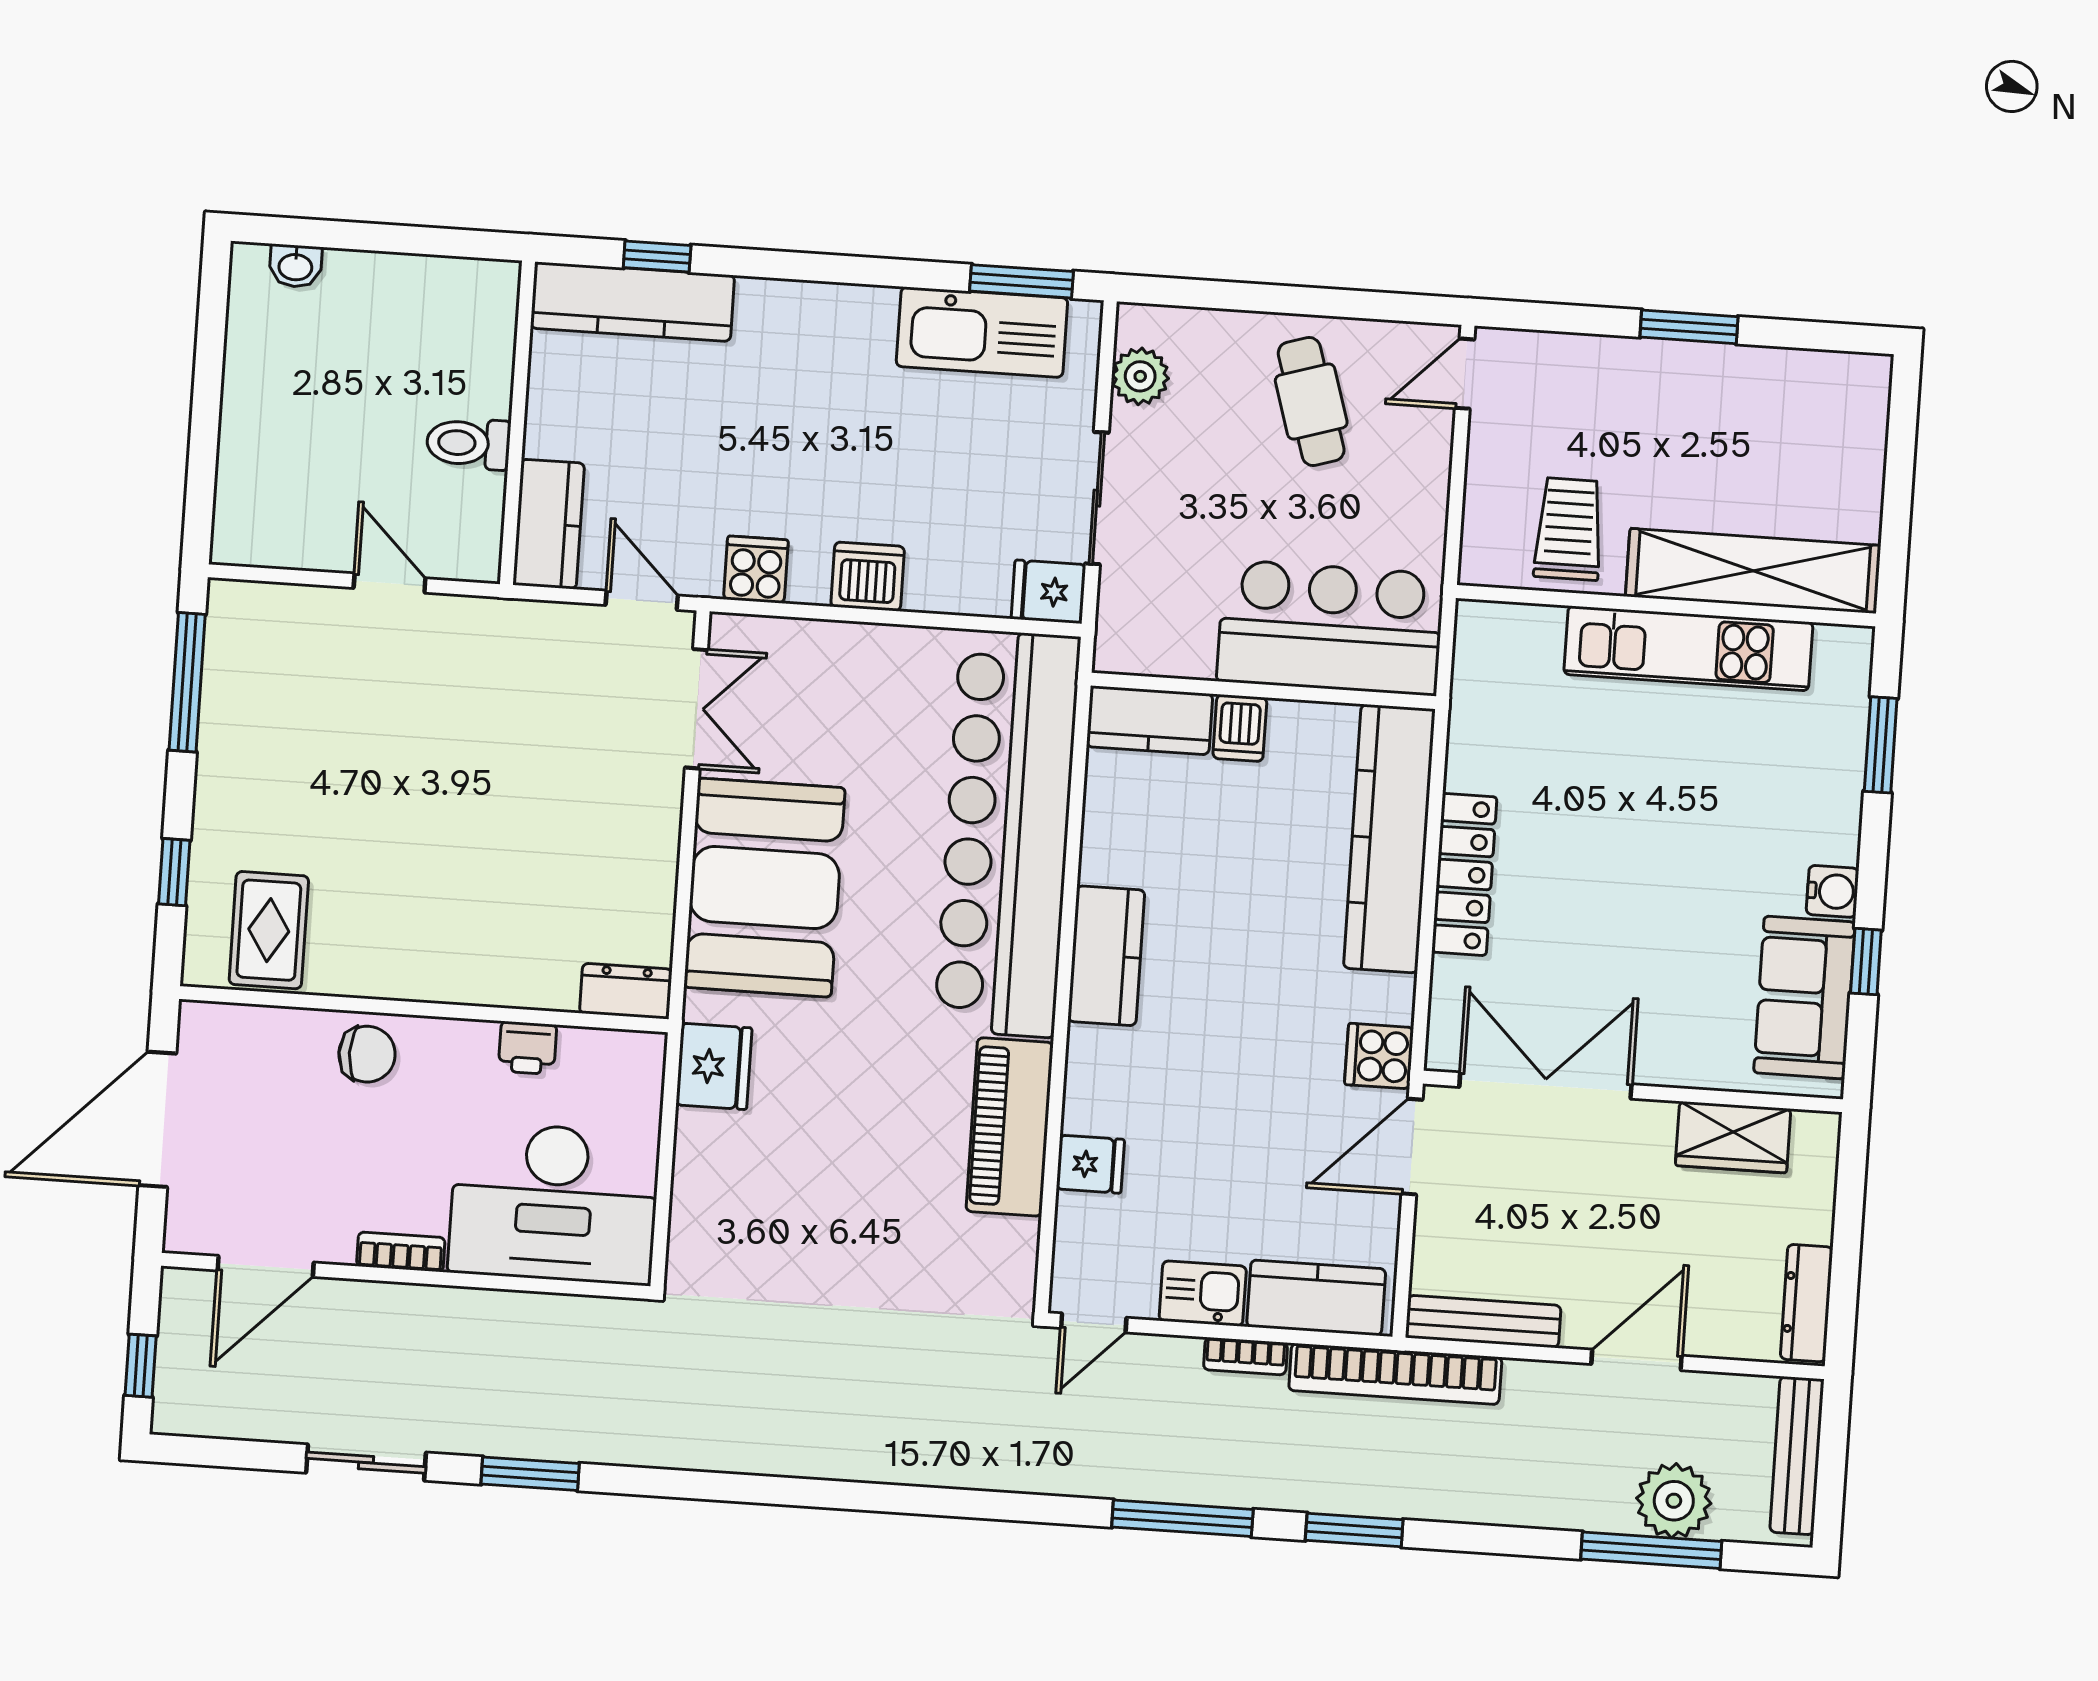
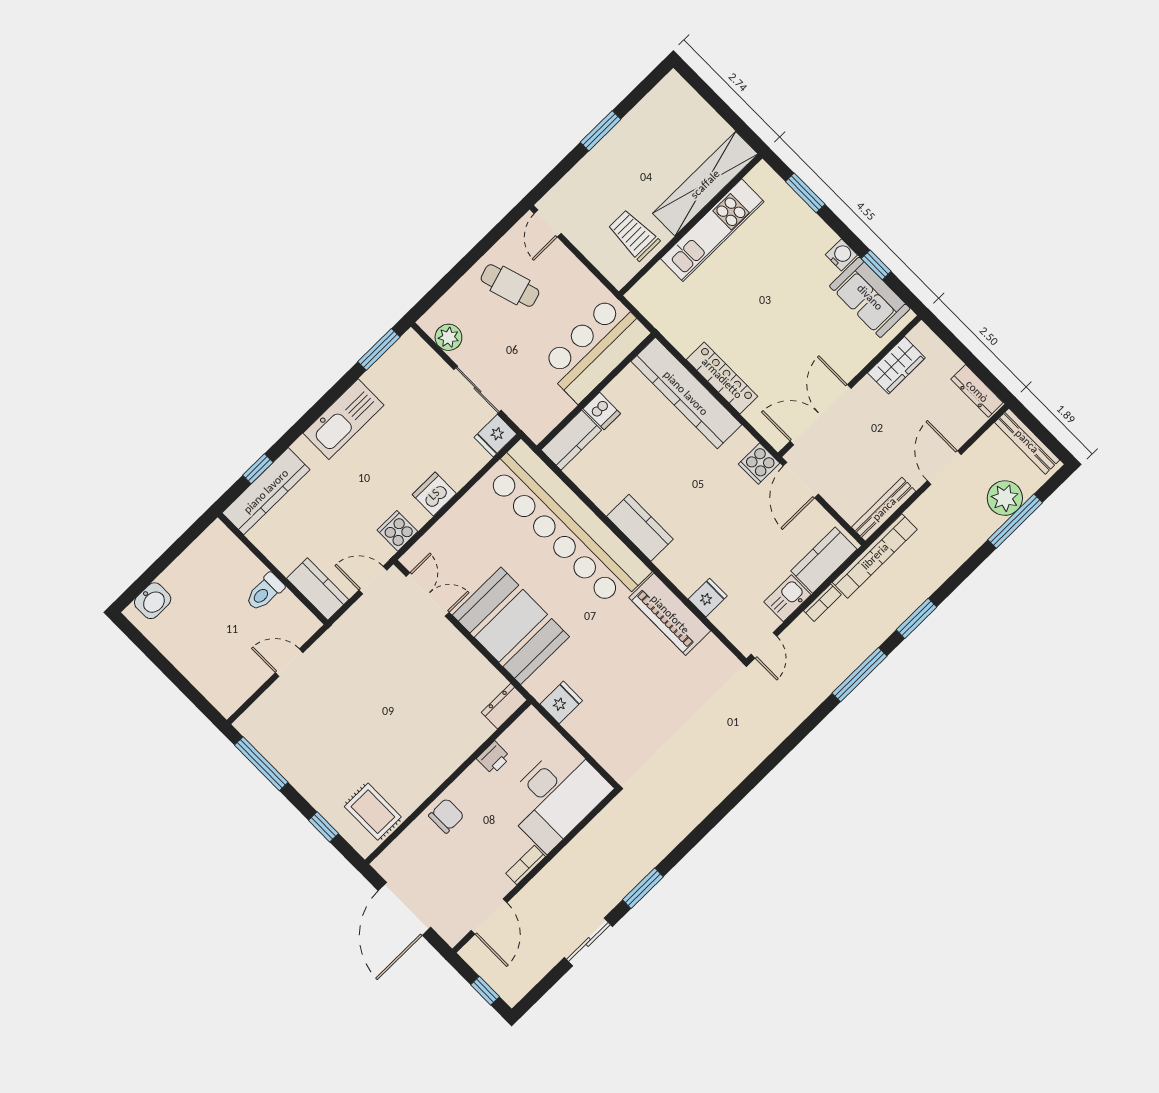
washbasin: (295, 266) -> (153, 601), width x1.38, depth x1.45
kitchen sink: (982, 332) -> (343, 419), moved
fridge: (714, 1066) -> (561, 702), width x0.72

